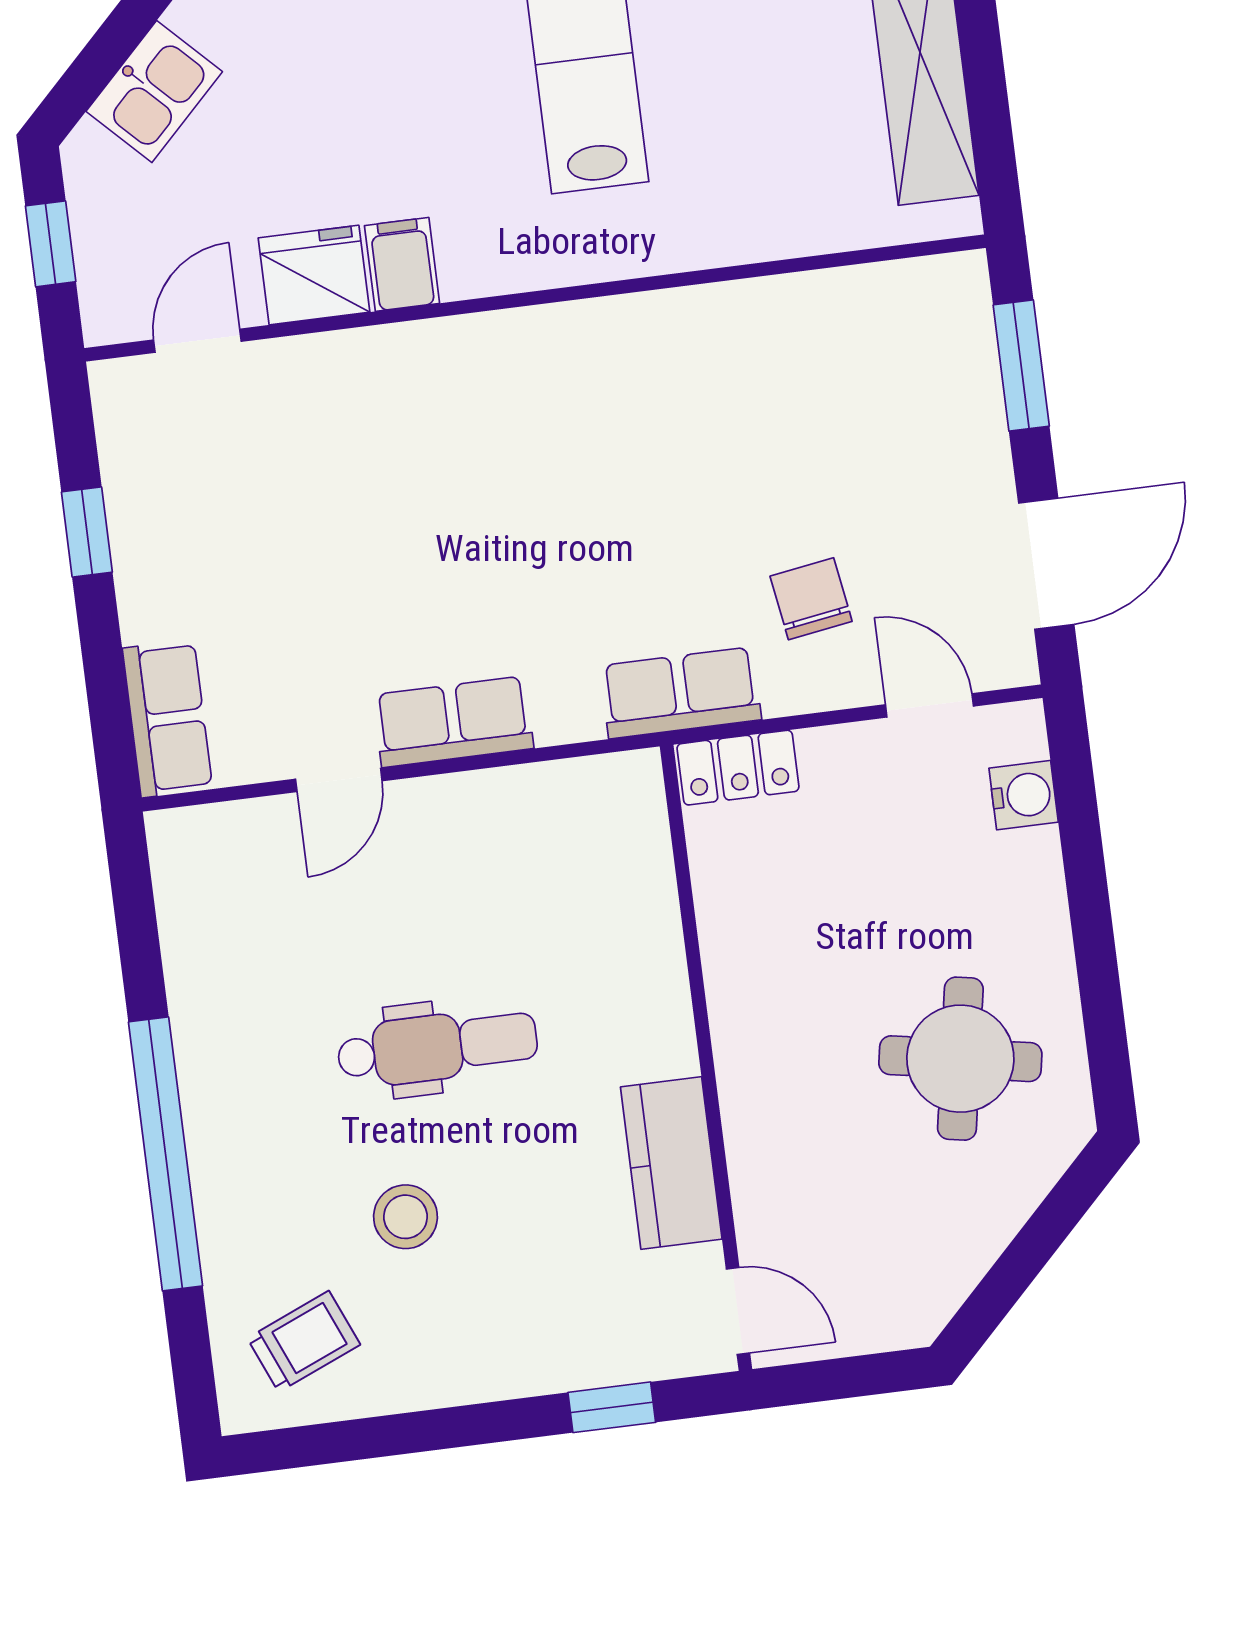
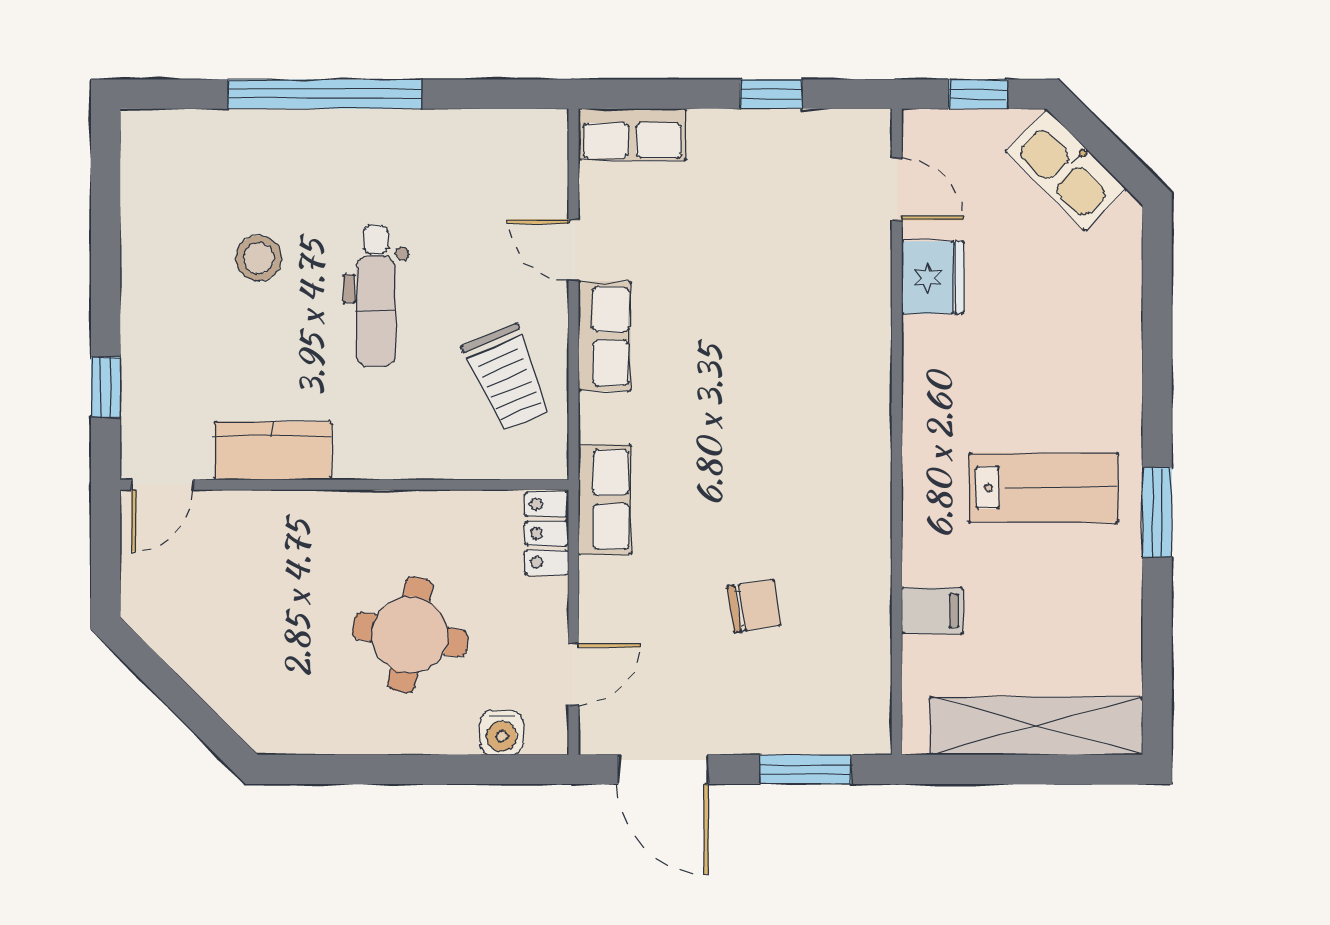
kitchen sink: (154, 92) -> (1066, 170), width x1.38
filing cabinet: (402, 264) -> (932, 611), moved
chair: (811, 599) -> (754, 606), moved
round table: (960, 1059) -> (410, 635), moved
trolley: (304, 1341) -> (507, 378), moved, width x1.36, depth x1.39

